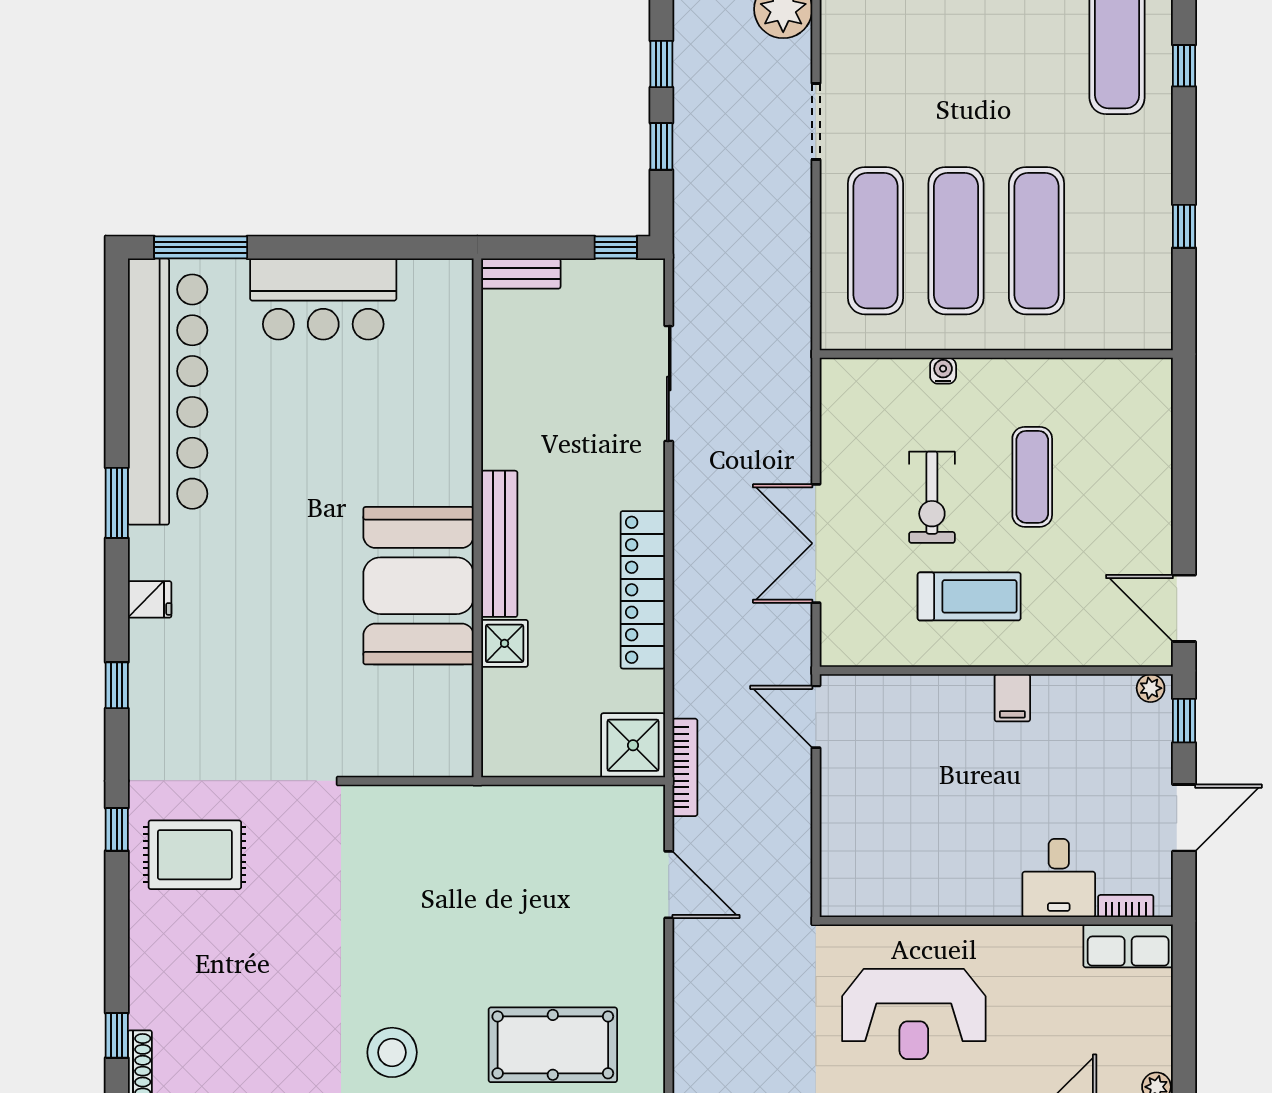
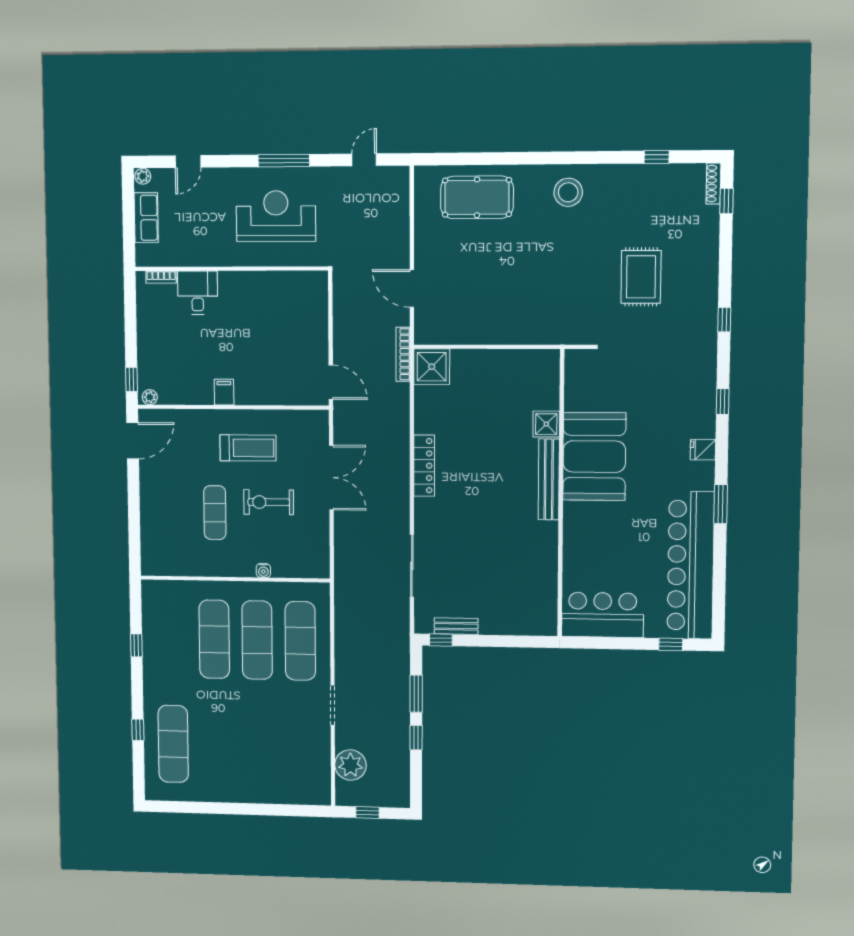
window: (661, 146) -> (416, 694), width x1.50
window: (201, 247) -> (671, 644), width x0.46
bench: (521, 274) -> (456, 626), moved
exercise bike: (932, 497) -> (269, 502), turned -90
wall: (477, 518) -> (561, 494), moved
bench: (499, 544) -> (549, 479), moved
booth: (418, 586) -> (594, 457), moved
locker: (643, 590) -> (424, 466), width x0.71, depth x0.83
treadmill: (969, 596) -> (248, 448), turned 180
door: (1184, 608) -> (133, 441), hinge flipped
shower: (505, 643) -> (546, 424), moved
door: (1184, 818) -> (131, 326), removed
rug: (195, 855) -> (641, 277), moved, turned 90
row of seats: (1128, 946) -> (146, 218), moved, turned 90

